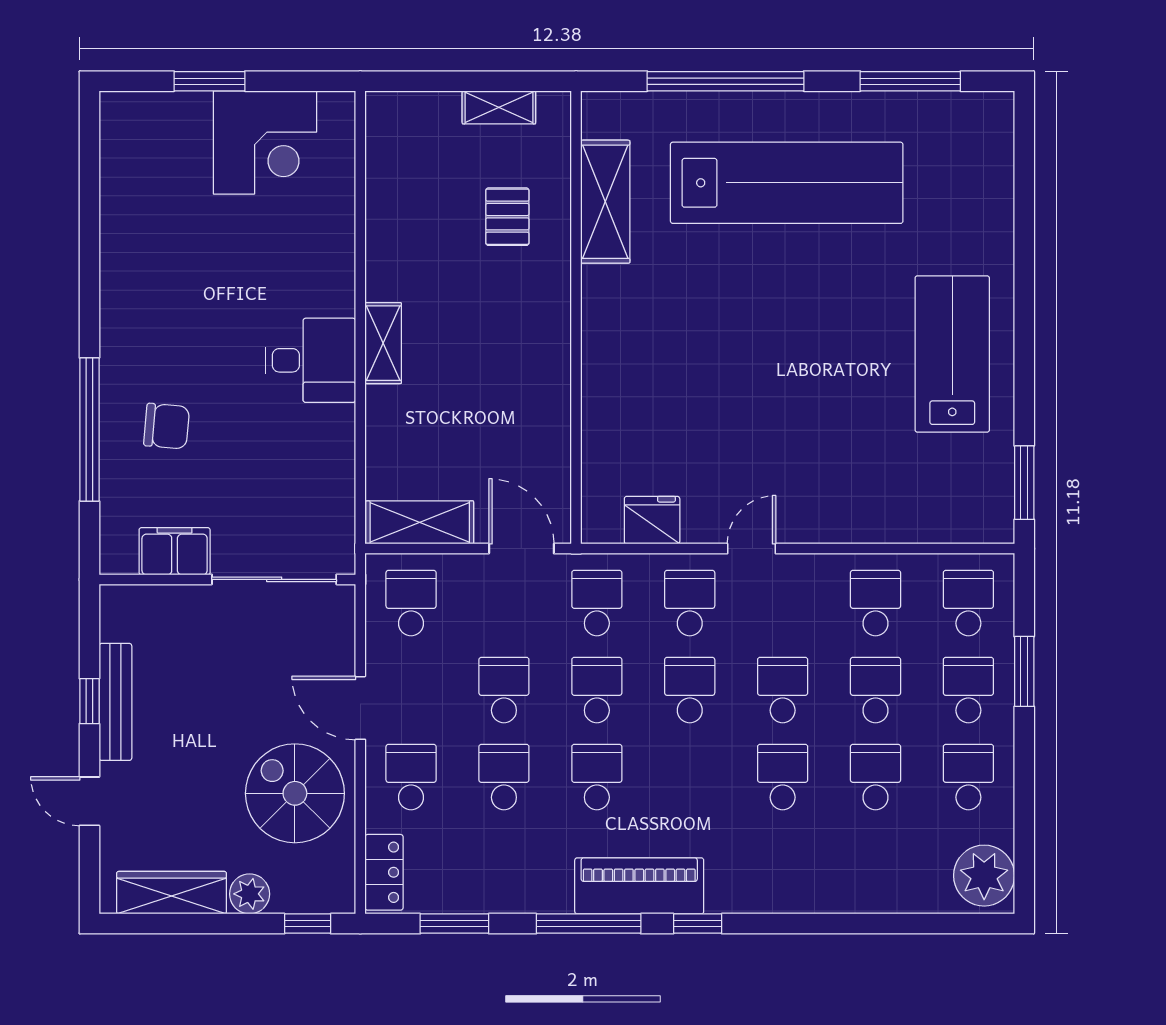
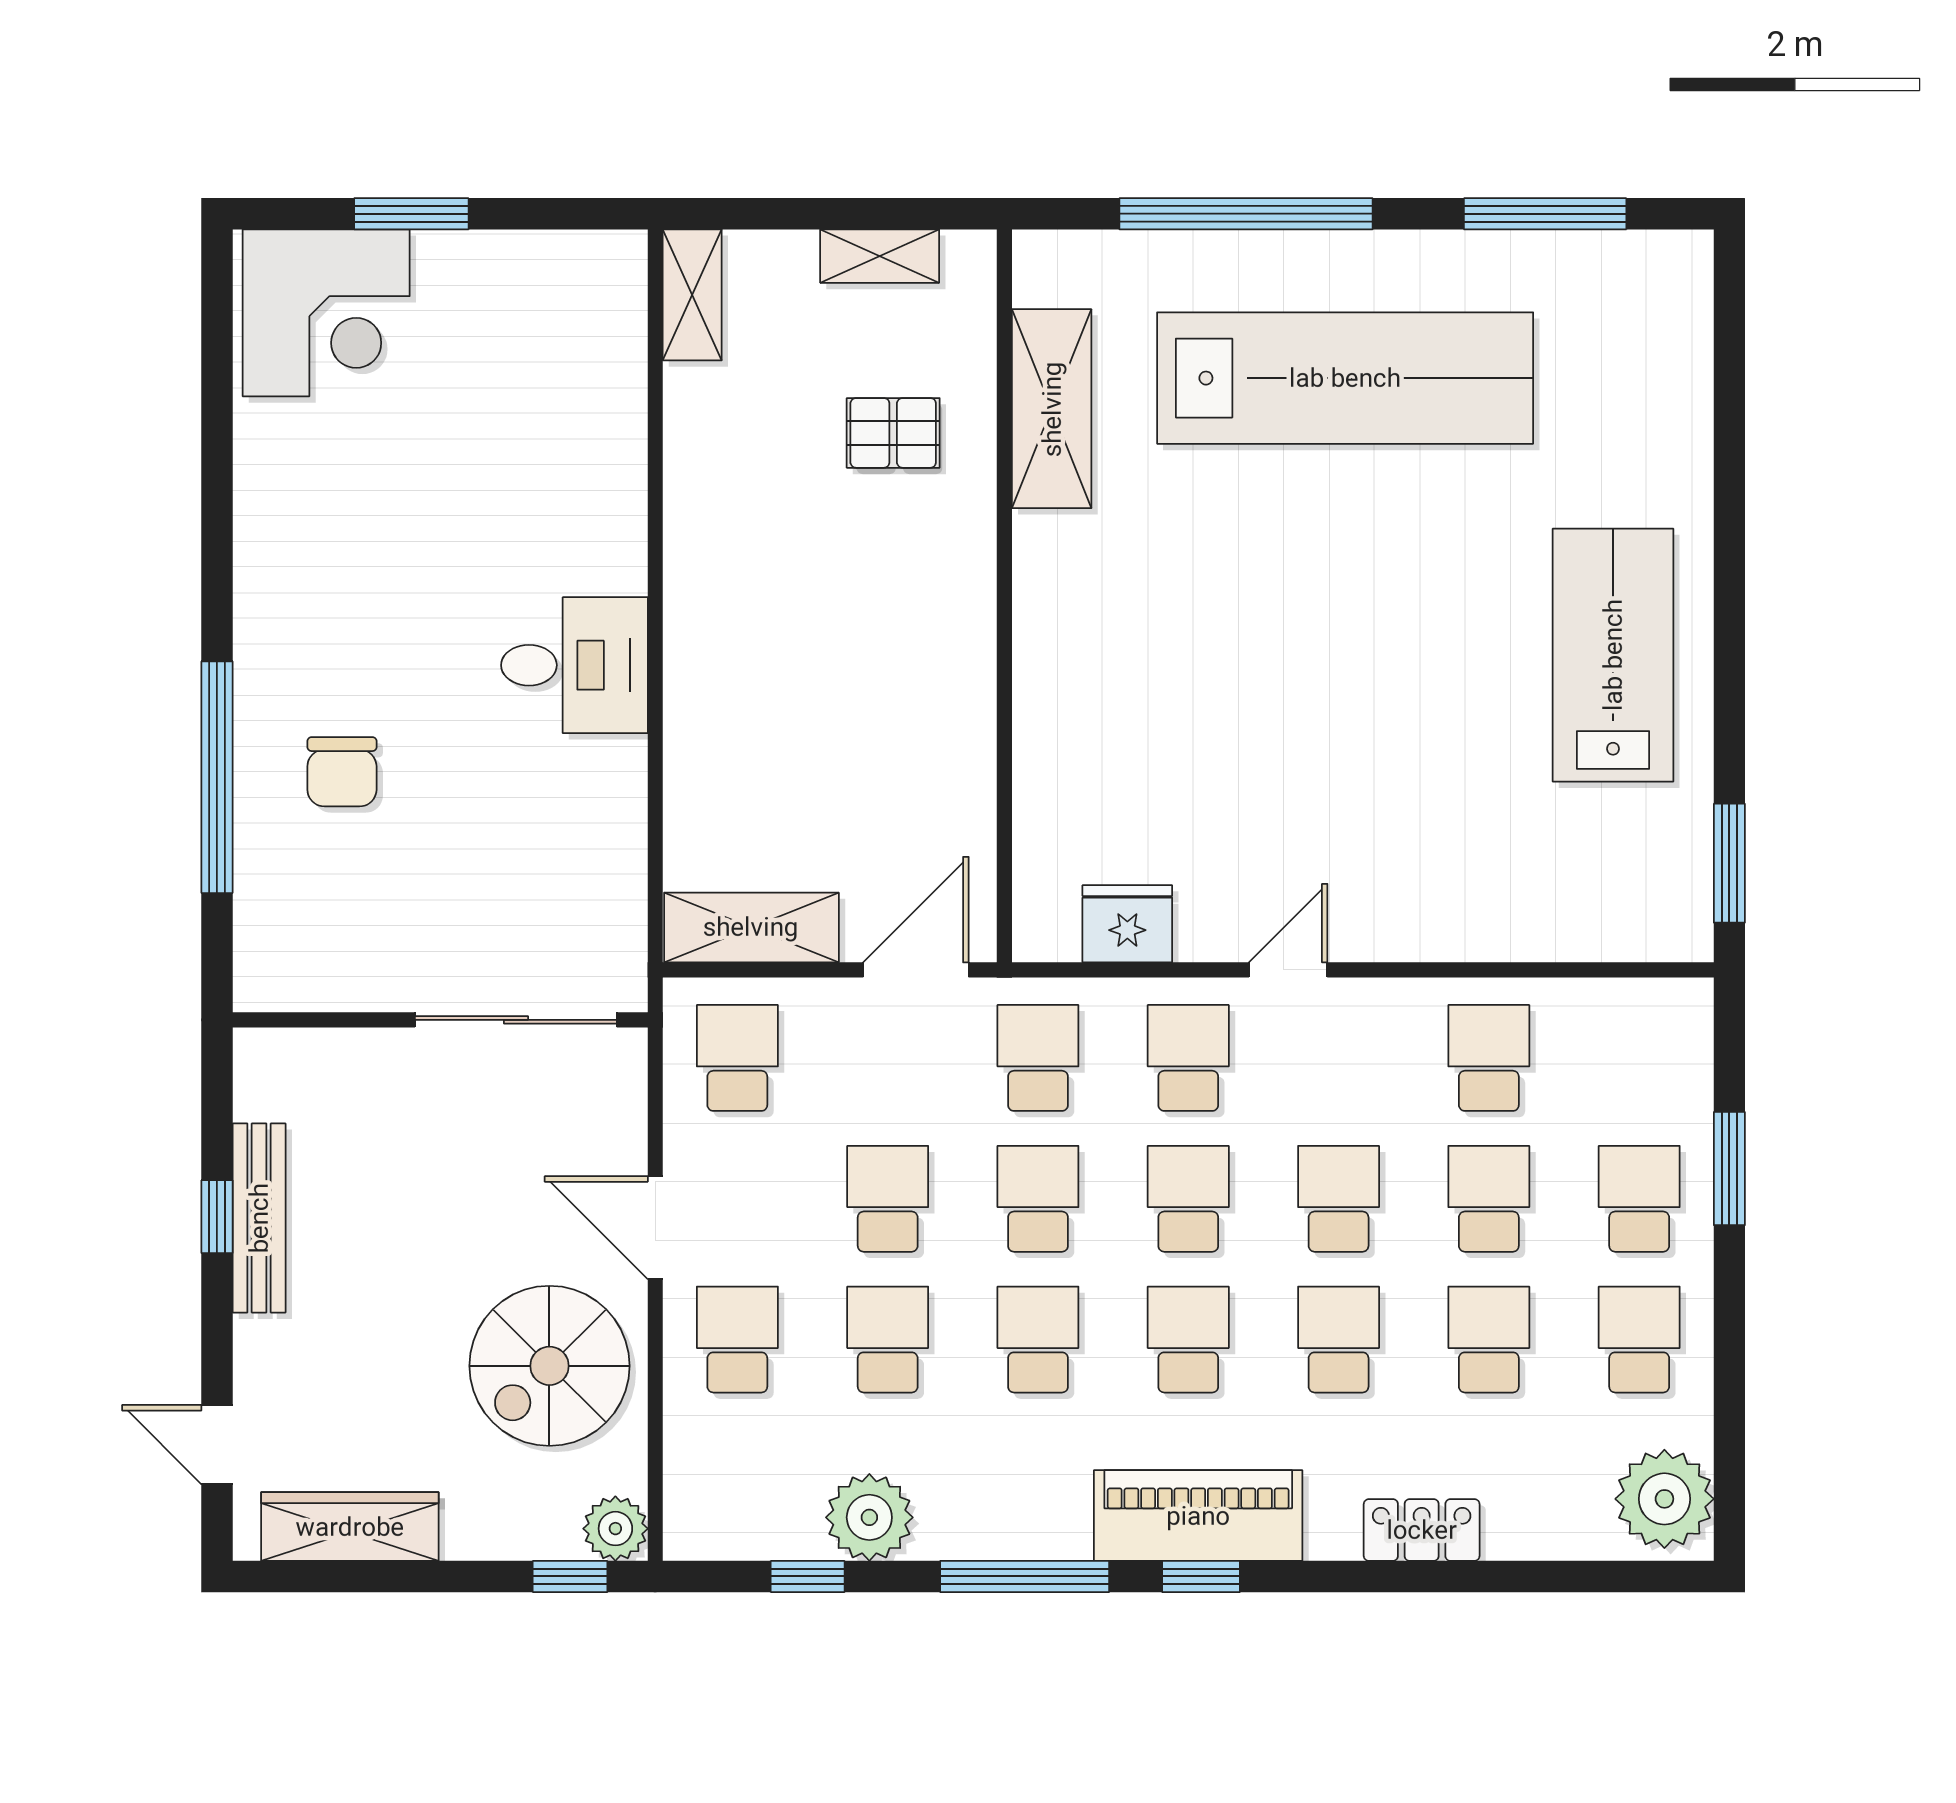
corner desk: (265, 142) -> (326, 313), moved
pallet: (507, 217) -> (893, 433), turned 90
shelving: (383, 343) -> (692, 295), moved
chair: (167, 426) -> (342, 772), turned 85
door: (521, 549) -> (916, 970), hinge flipped
filing cabinet: (175, 551) -> (355, 974), removed
school desk: (968, 603) -> (1188, 1340), moved
spiral stairs: (295, 793) -> (549, 1366), turned -90
door: (89, 801) -> (217, 1445), moved
locker: (384, 872) -> (1422, 1530), moved, turned -90
piano: (639, 886) -> (1198, 1516), moved
plant: (493, 887) -> (869, 1517), added
plant: (250, 894) -> (615, 1529), moved
window: (454, 924) -> (808, 1576), width x0.67

